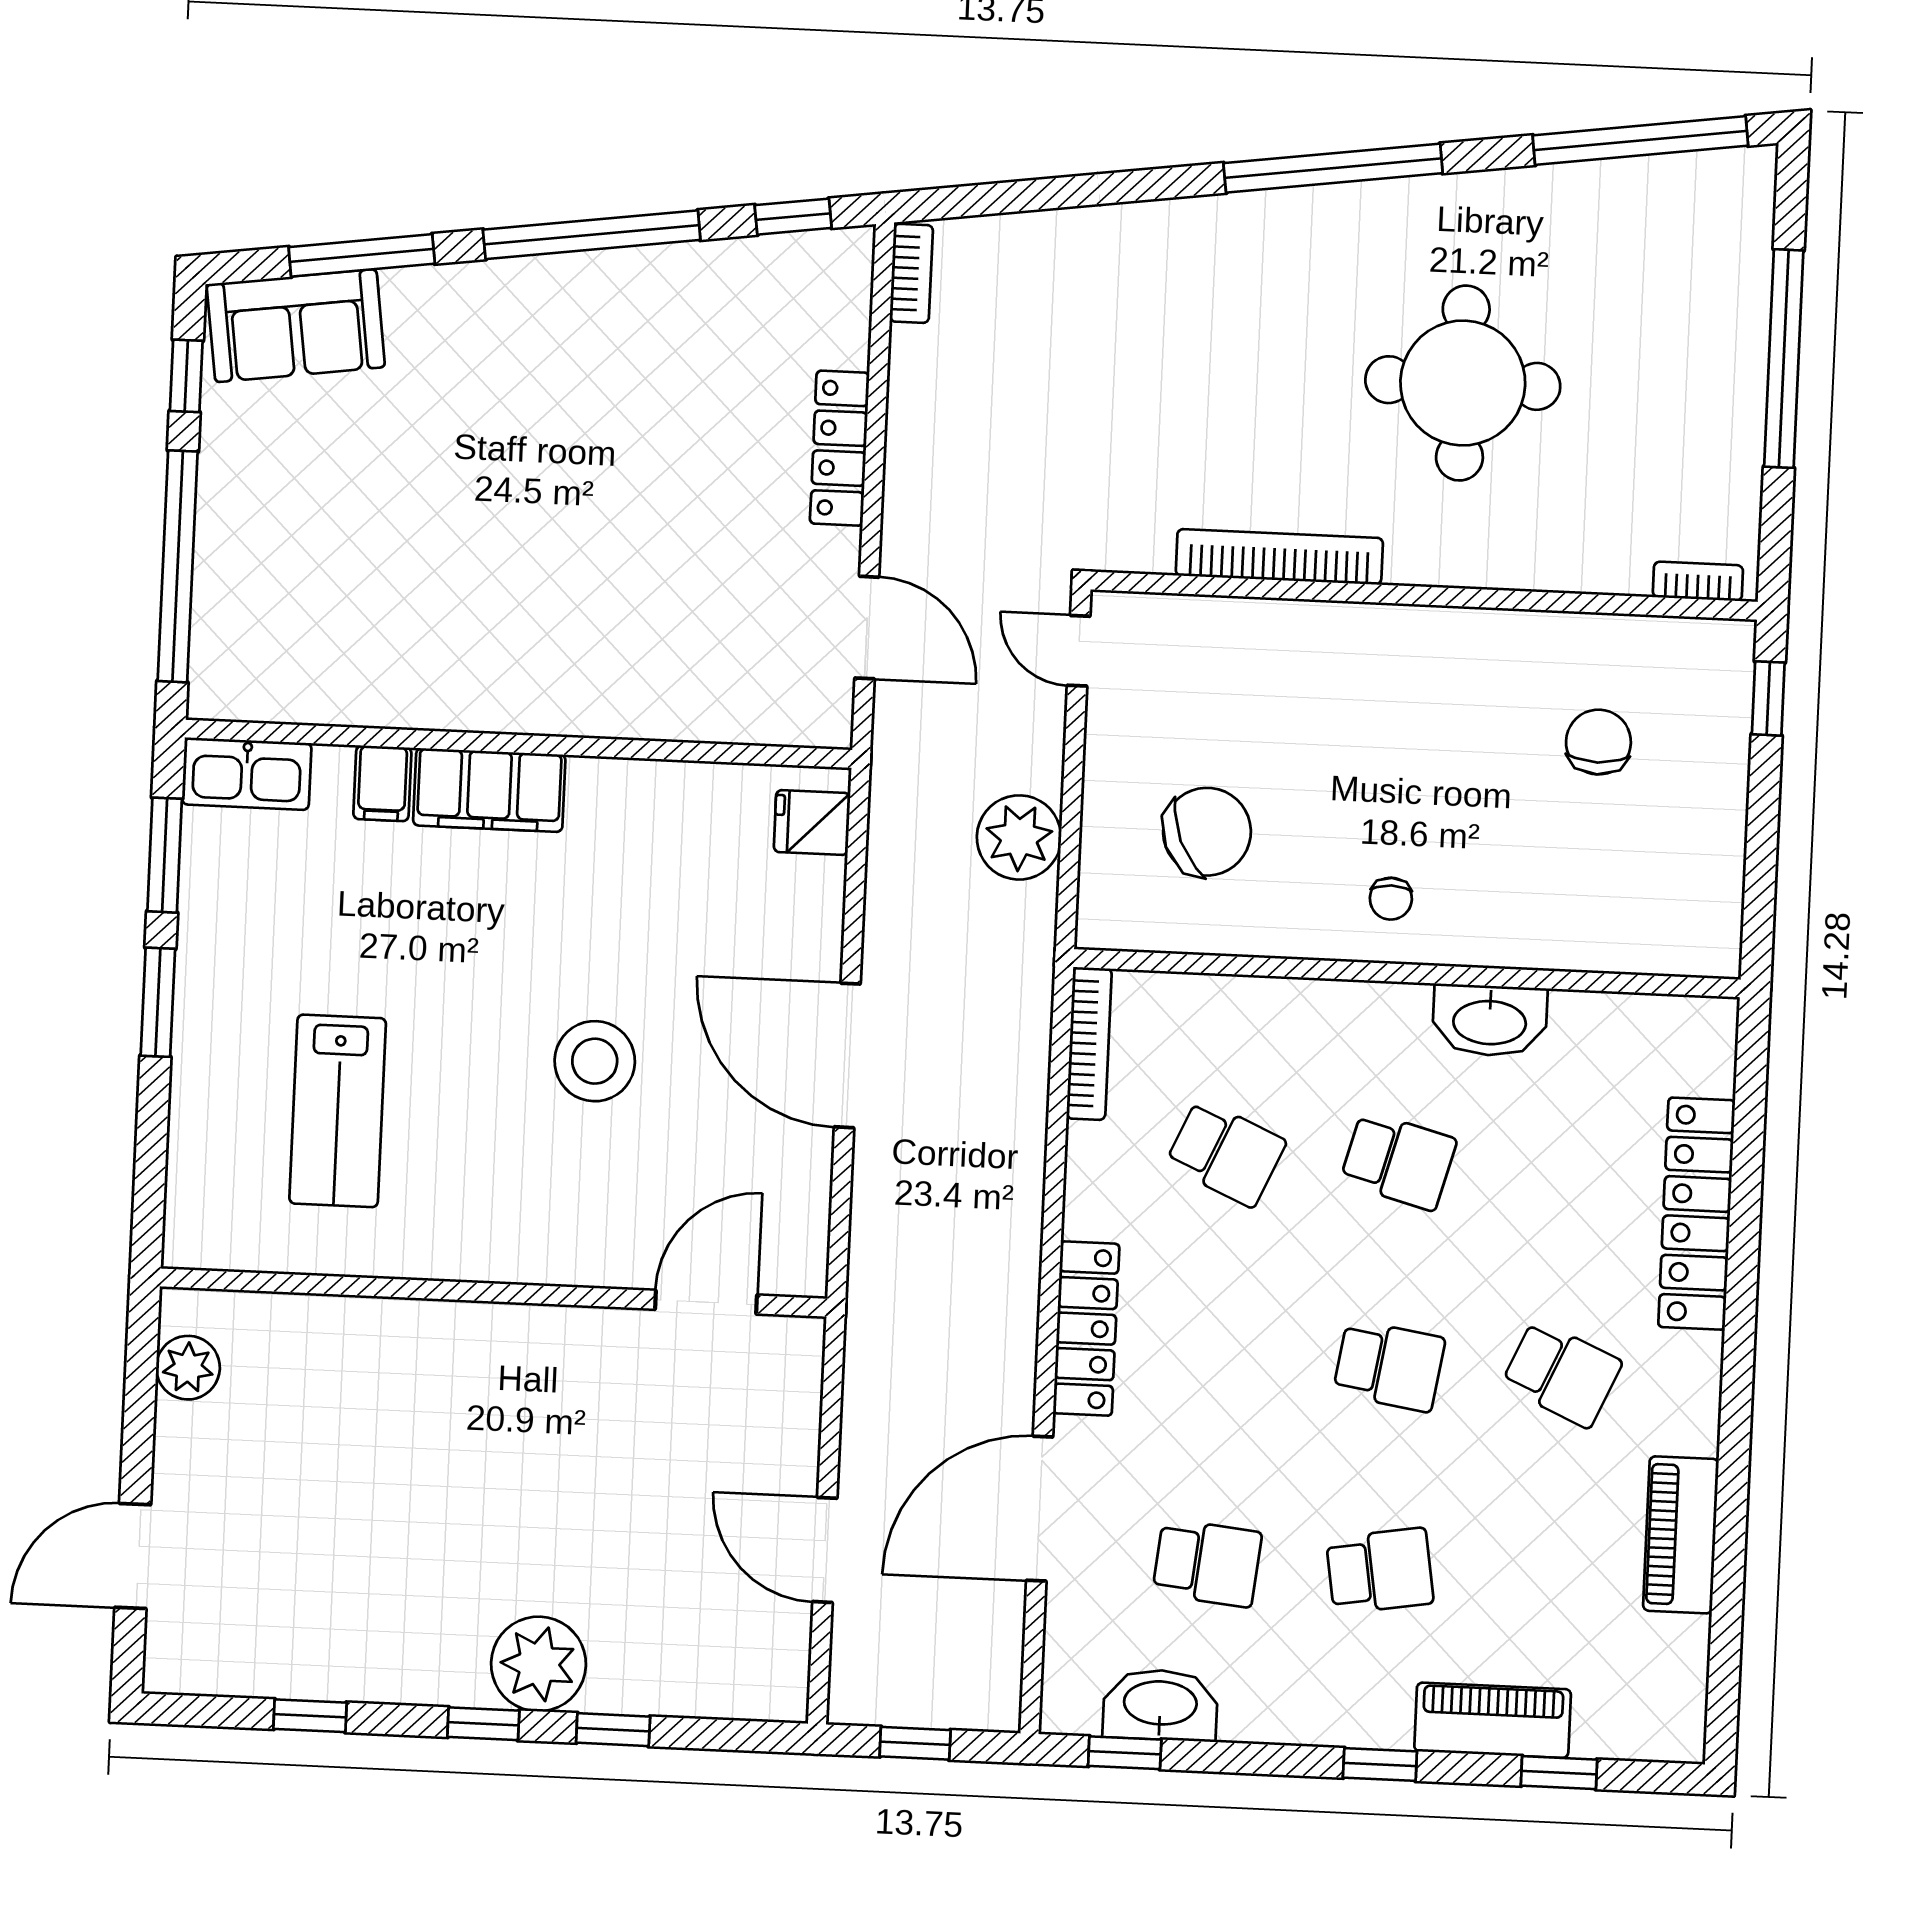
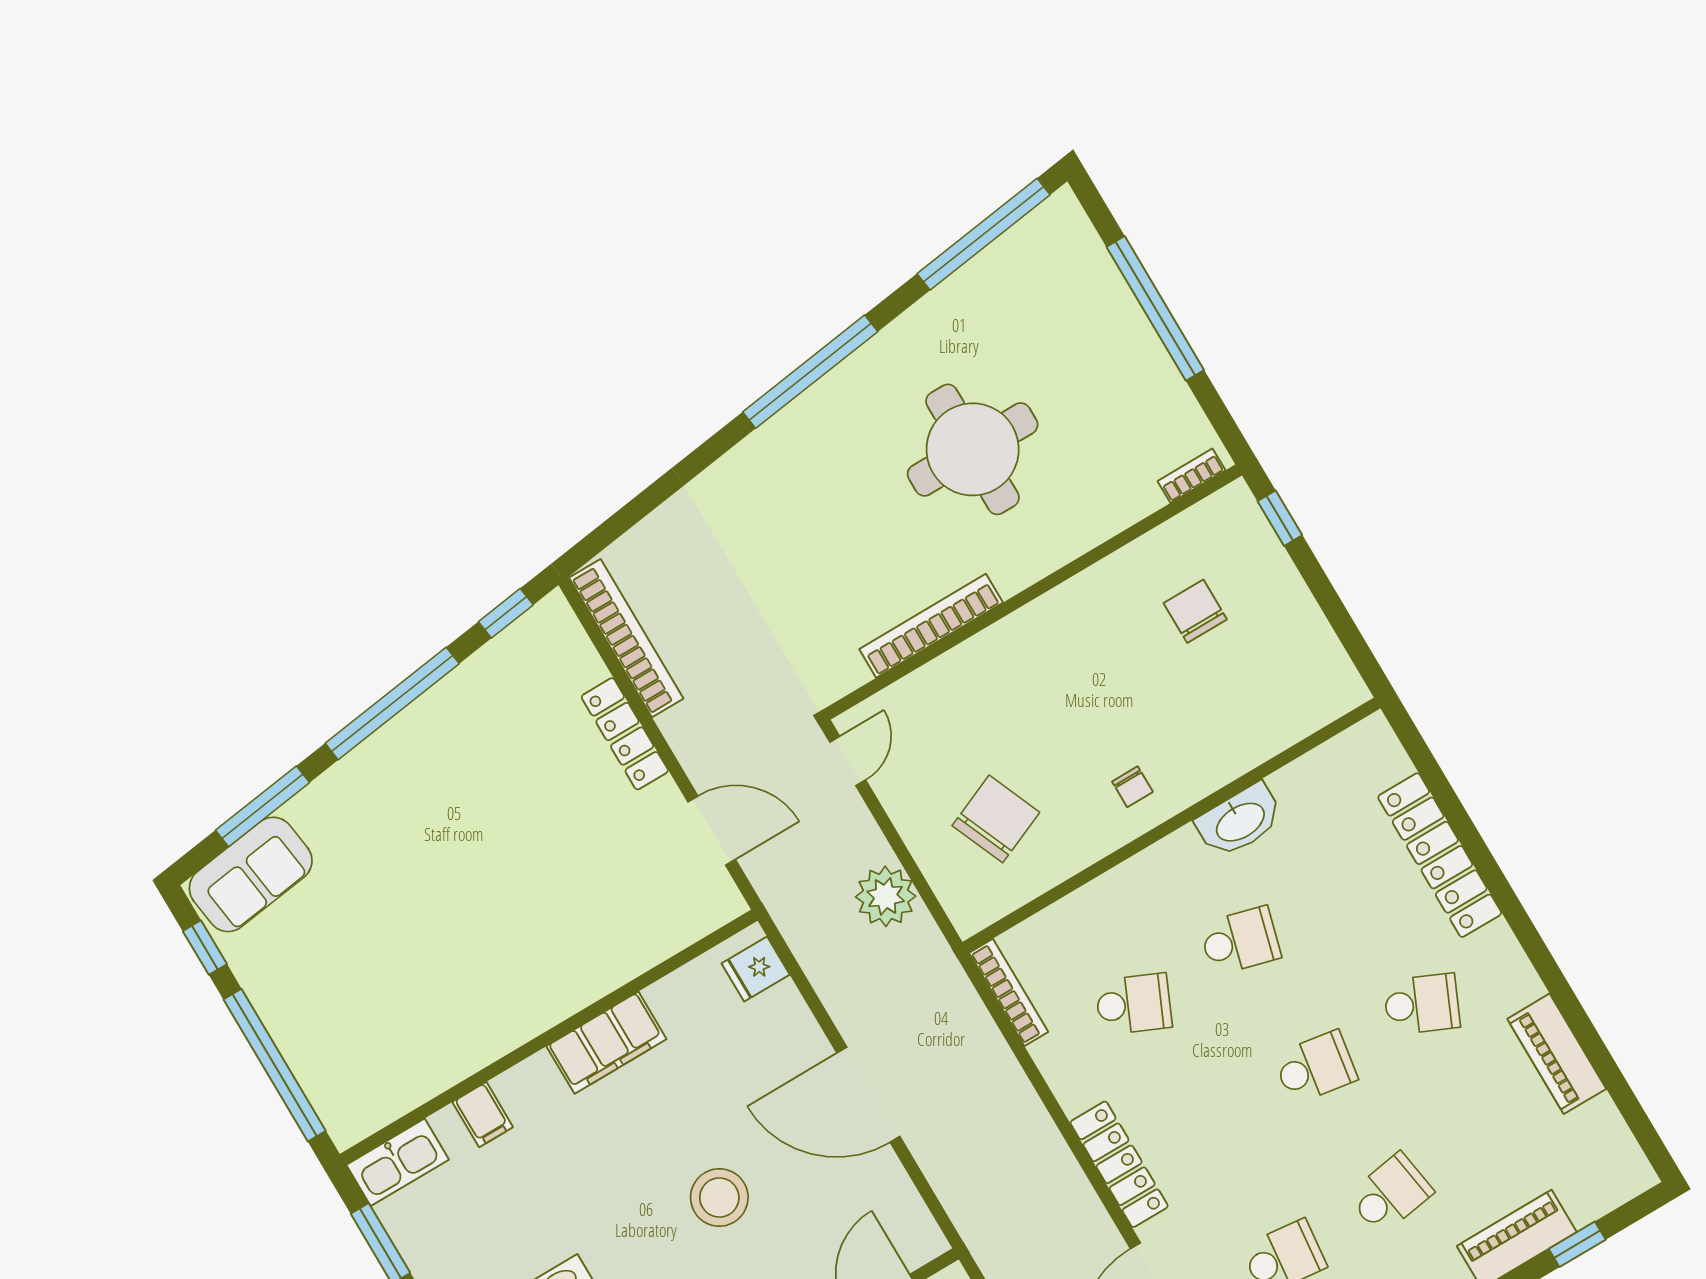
bookcase: (911, 273) -> (626, 638), width x2.31, depth x1.31
door: (1079, 651) -> (848, 761), swing flipped
filing cabinet: (489, 790) -> (606, 1043), moved

